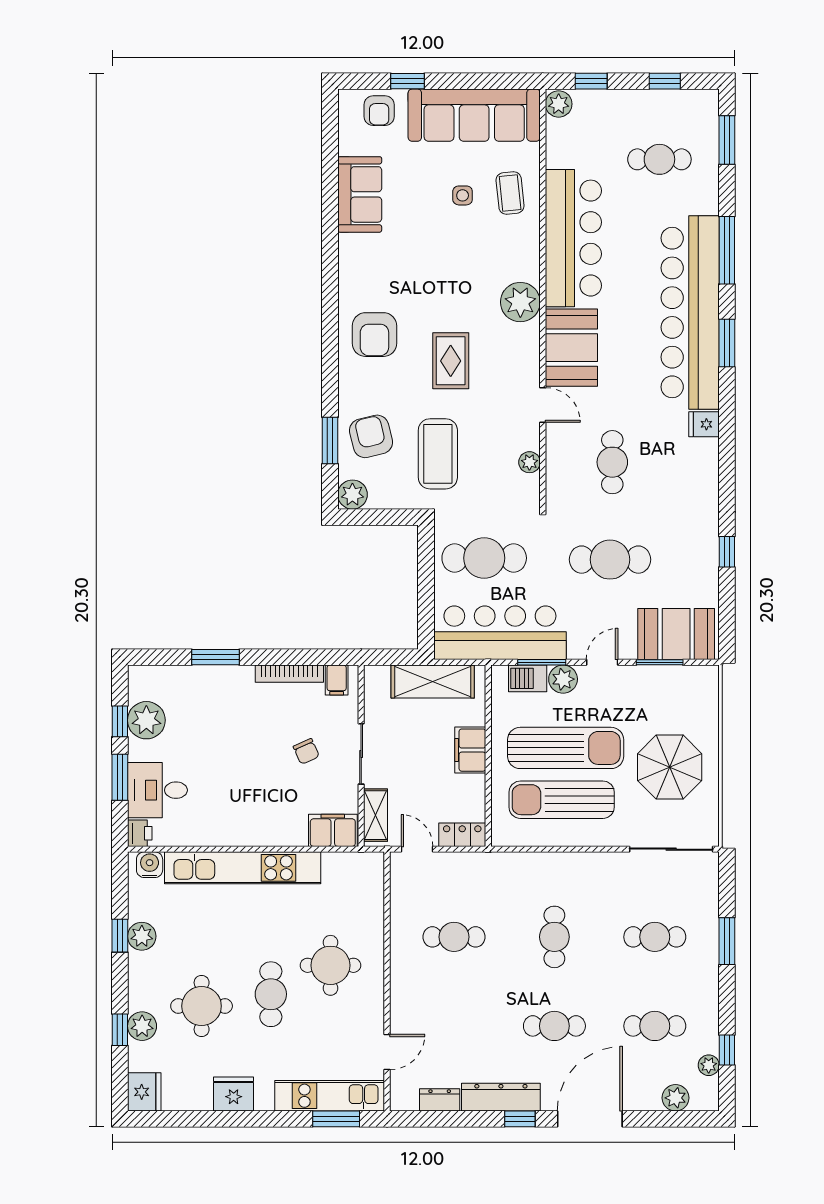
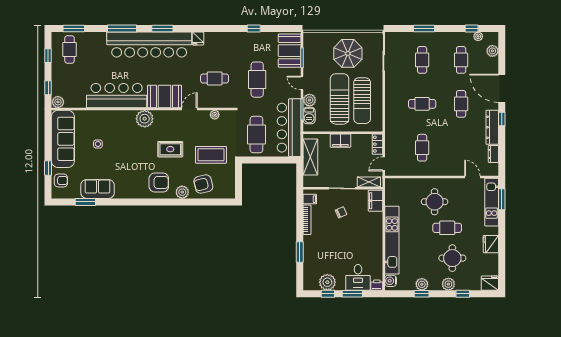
cafe table: (659, 159) -> (70, 50), moved
coffee table: (510, 193) -> (97, 123), removed
window: (330, 440) -> (85, 202), moved
plant: (352, 495) -> (182, 192), moved
plant: (142, 1026) -> (448, 284), moved

